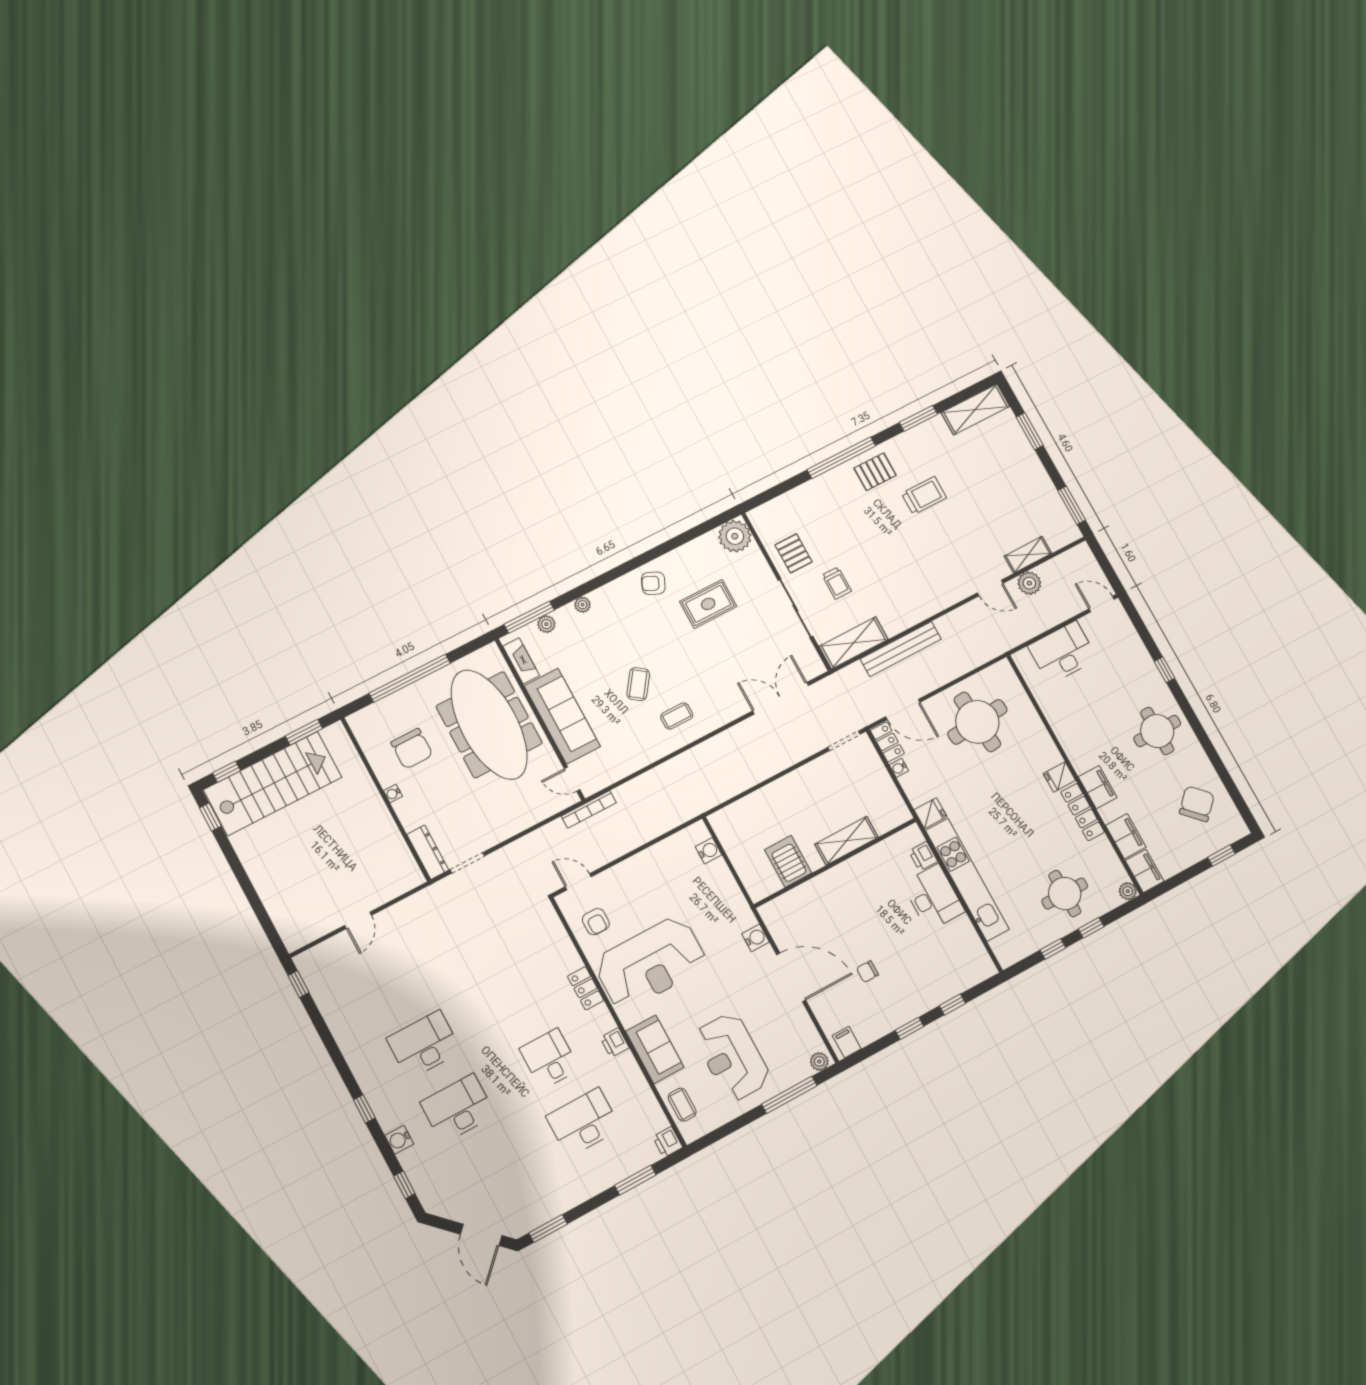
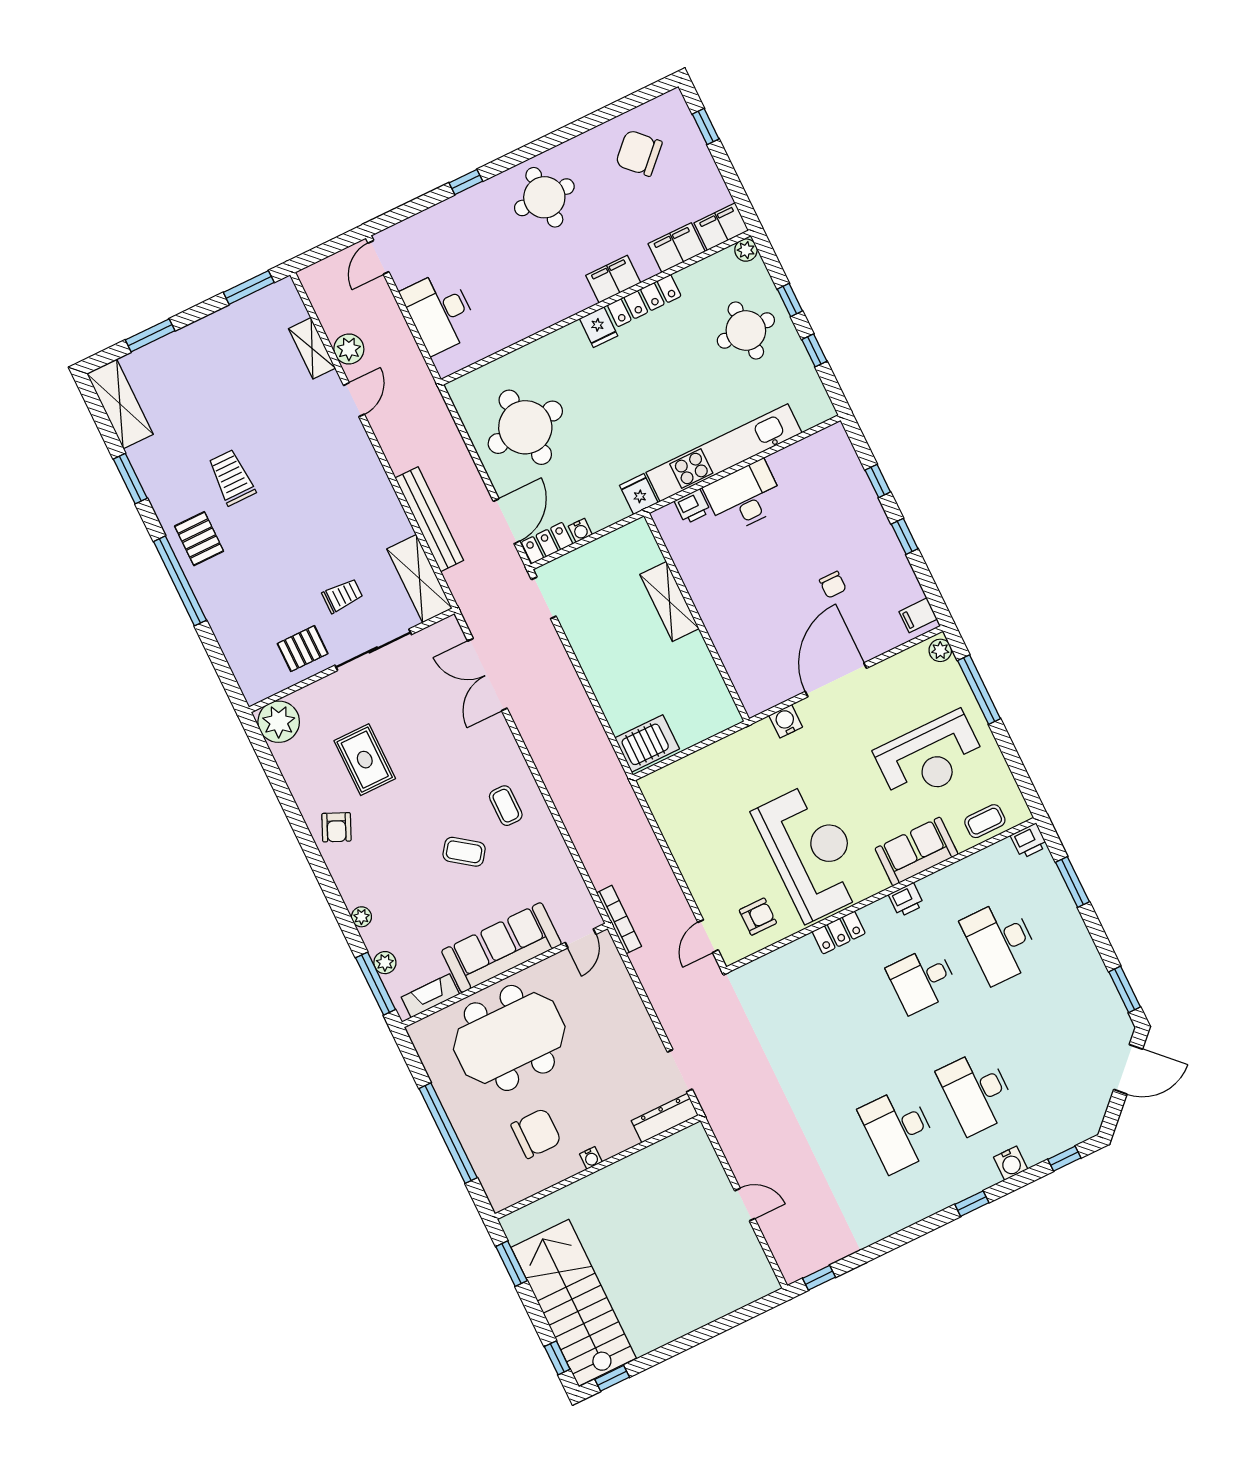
meeting table: (489, 725) -> (509, 1038), width x0.73
water cooler: (708, 851) -> (676, 774), removed
server rack: (788, 861) -> (647, 743), moved, turned 180

